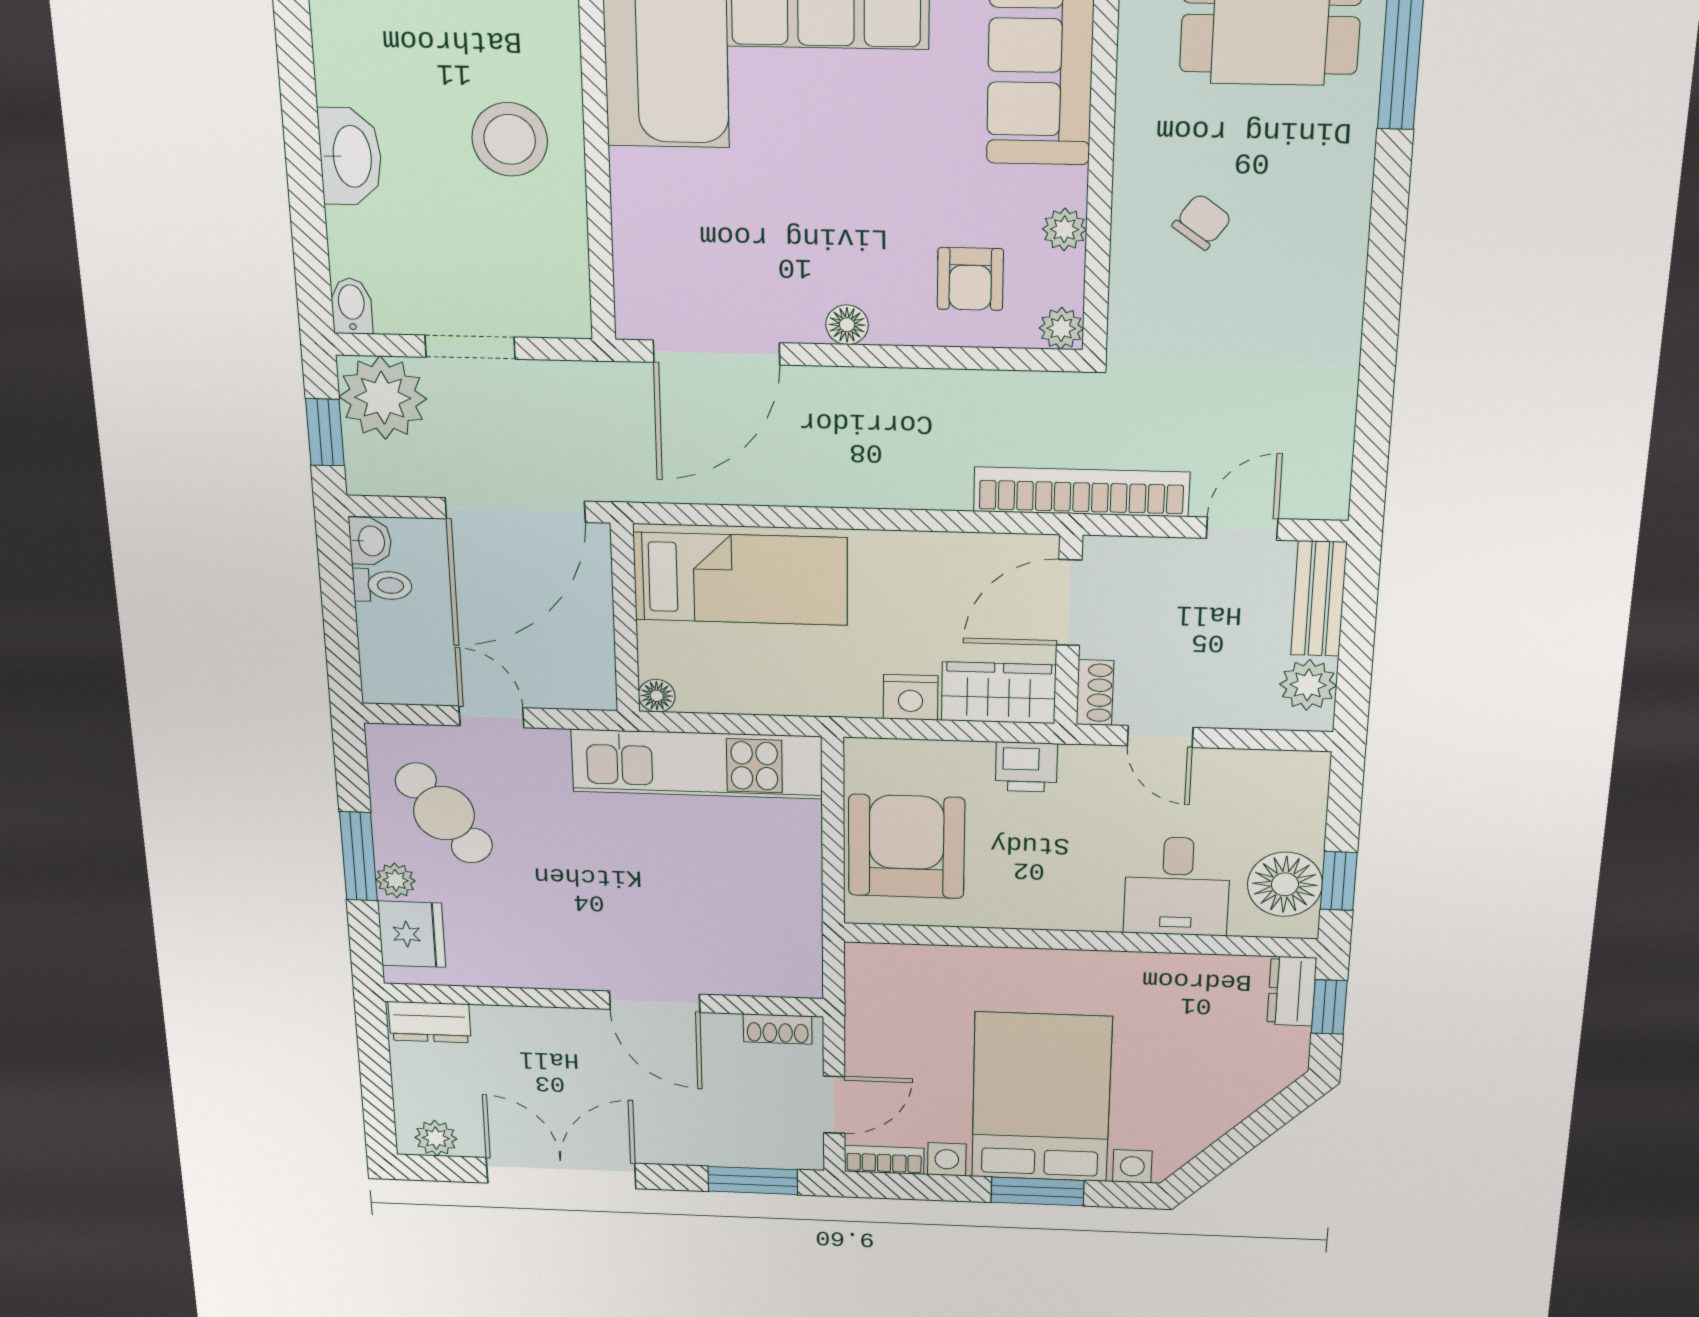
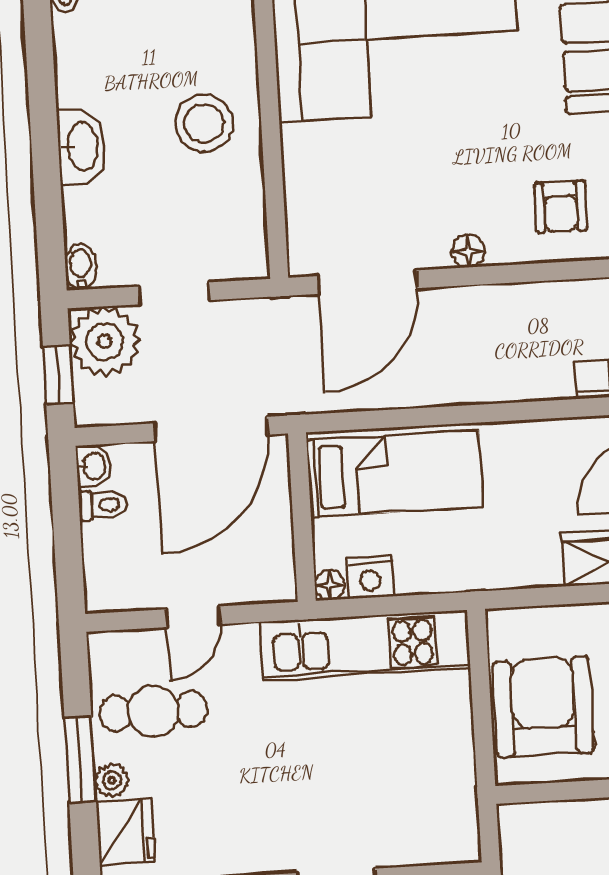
nightstand: (910, 697) -> (370, 577), moved
door: (491, 717) -> (193, 617), swing flipped
cafe table: (444, 813) -> (153, 711), turned -54

